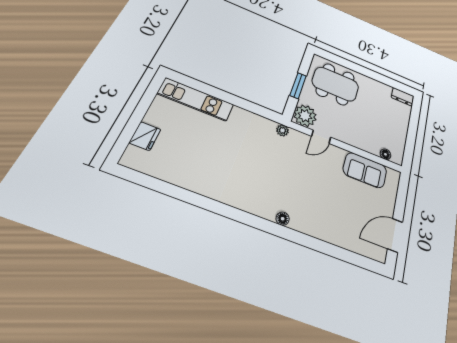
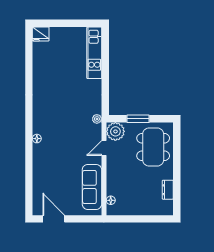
dresser: (403, 97) -> (168, 190), moved
fridge: (145, 136) -> (41, 34), moved
door: (321, 137) -> (104, 148), hinge flipped
sofa: (365, 170) -> (92, 187), width x1.36

